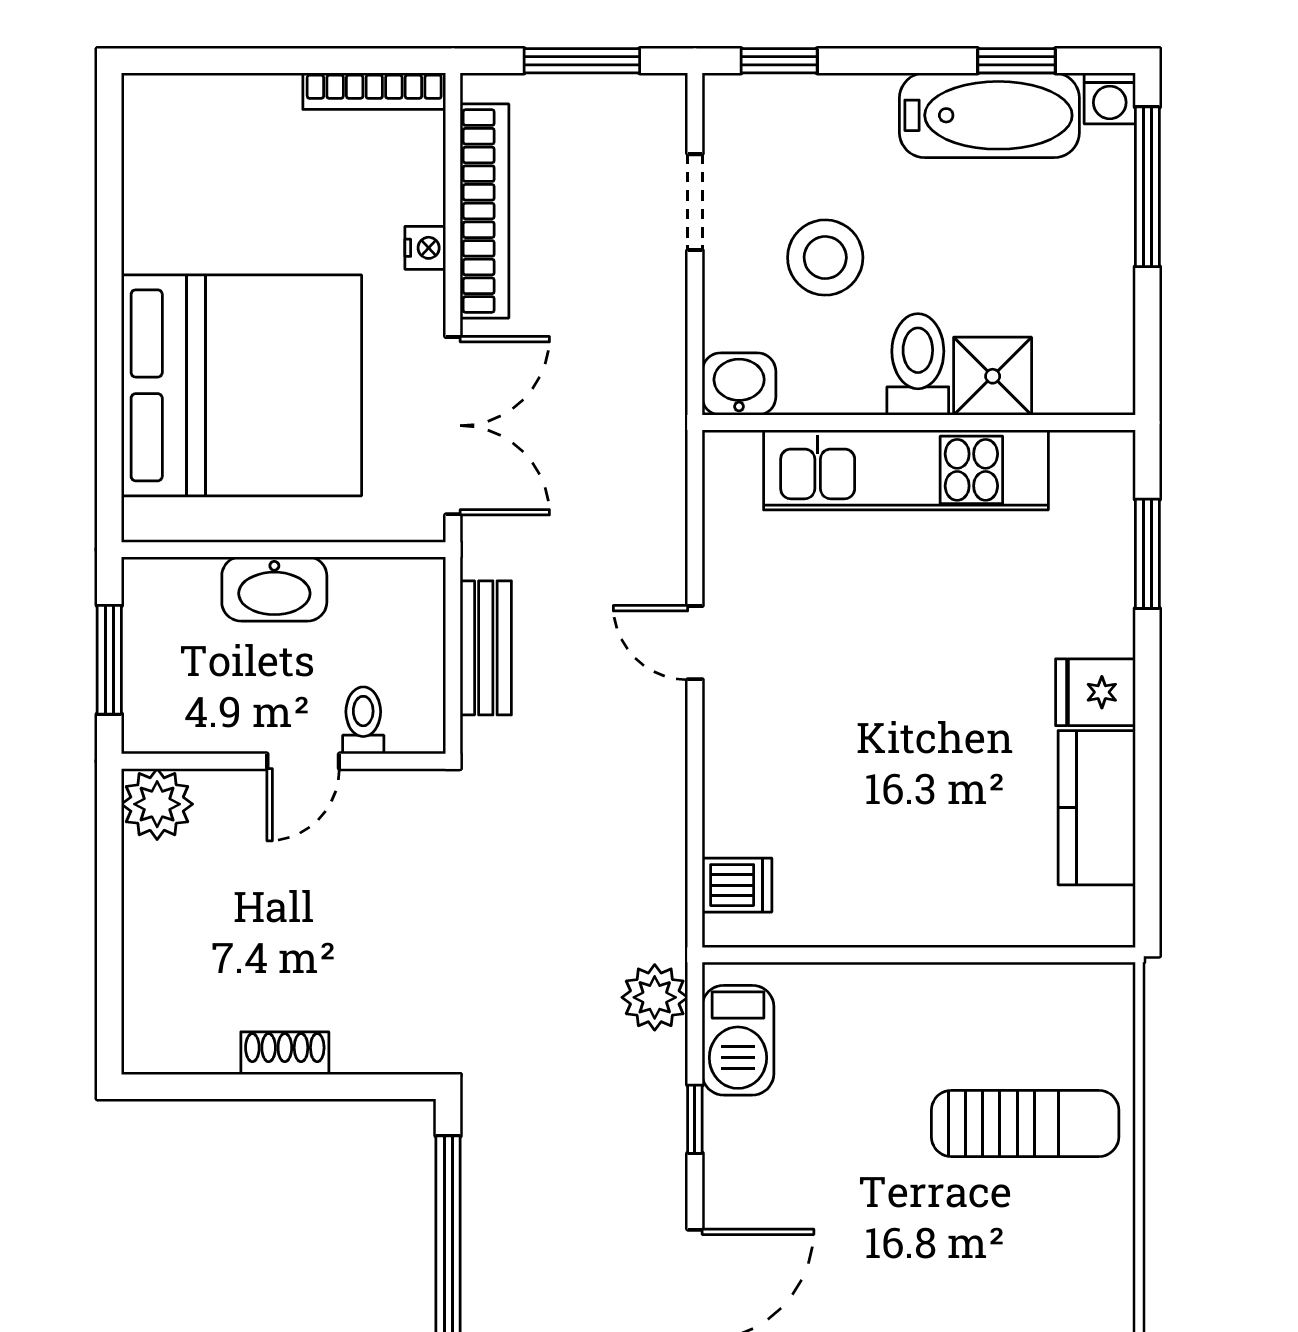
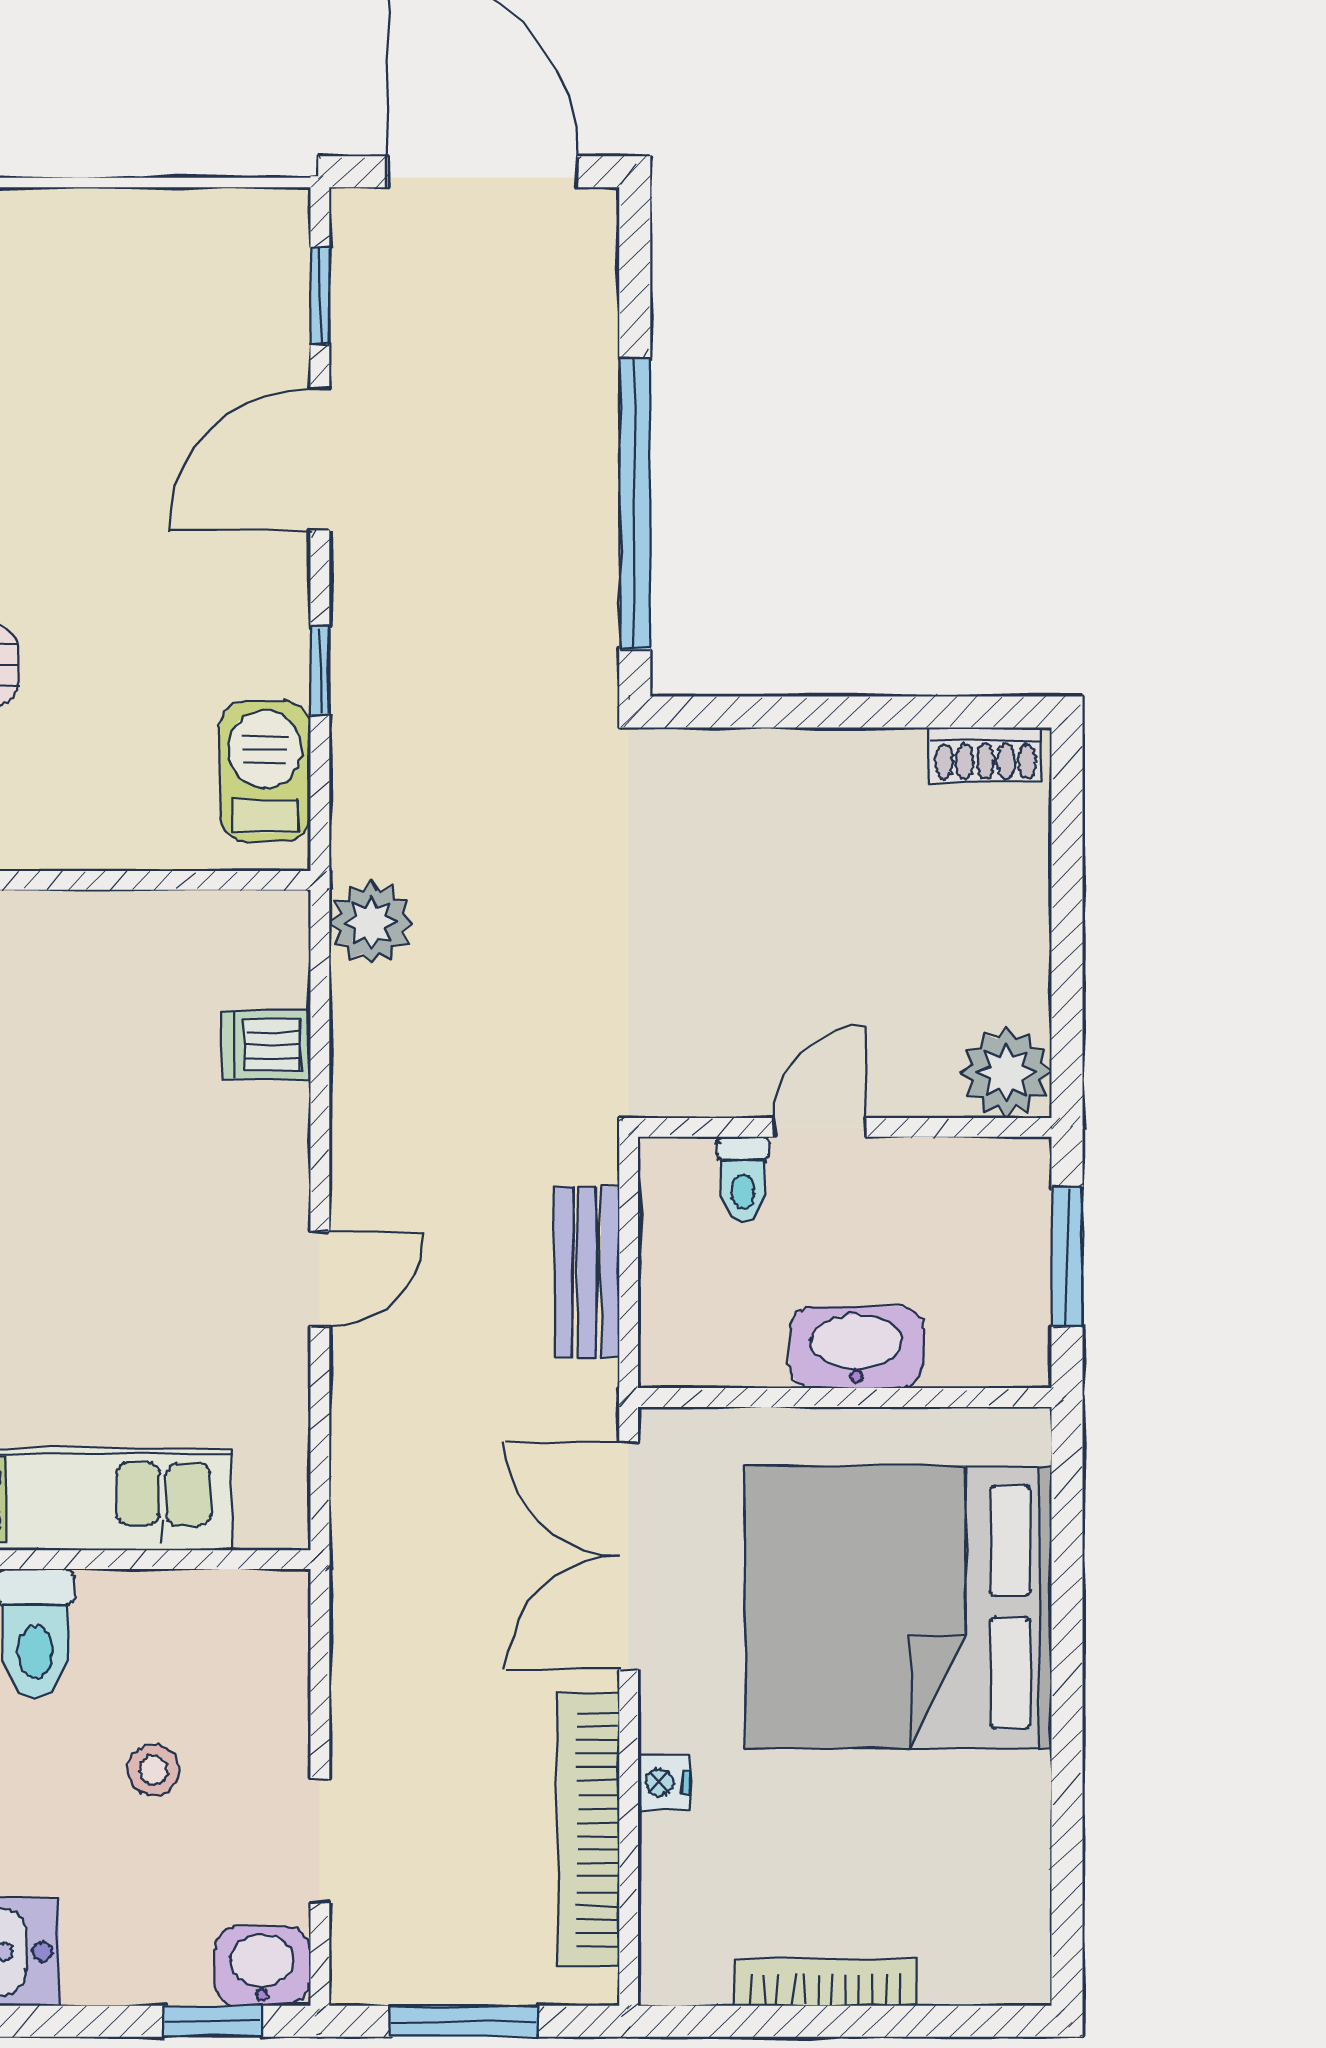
bookcase: (374, 91) -> (826, 1982), moved
stool: (825, 258) -> (154, 1770), width x0.53, depth x0.53
washbasin: (739, 384) -> (262, 1966), moved, turned 180
door: (695, 643) -> (320, 1279), hinge flipped
dishwasher: (737, 885) -> (266, 1045), moved
plant: (655, 997) -> (371, 922), moved
shoe rack: (285, 1053) -> (985, 755), moved

